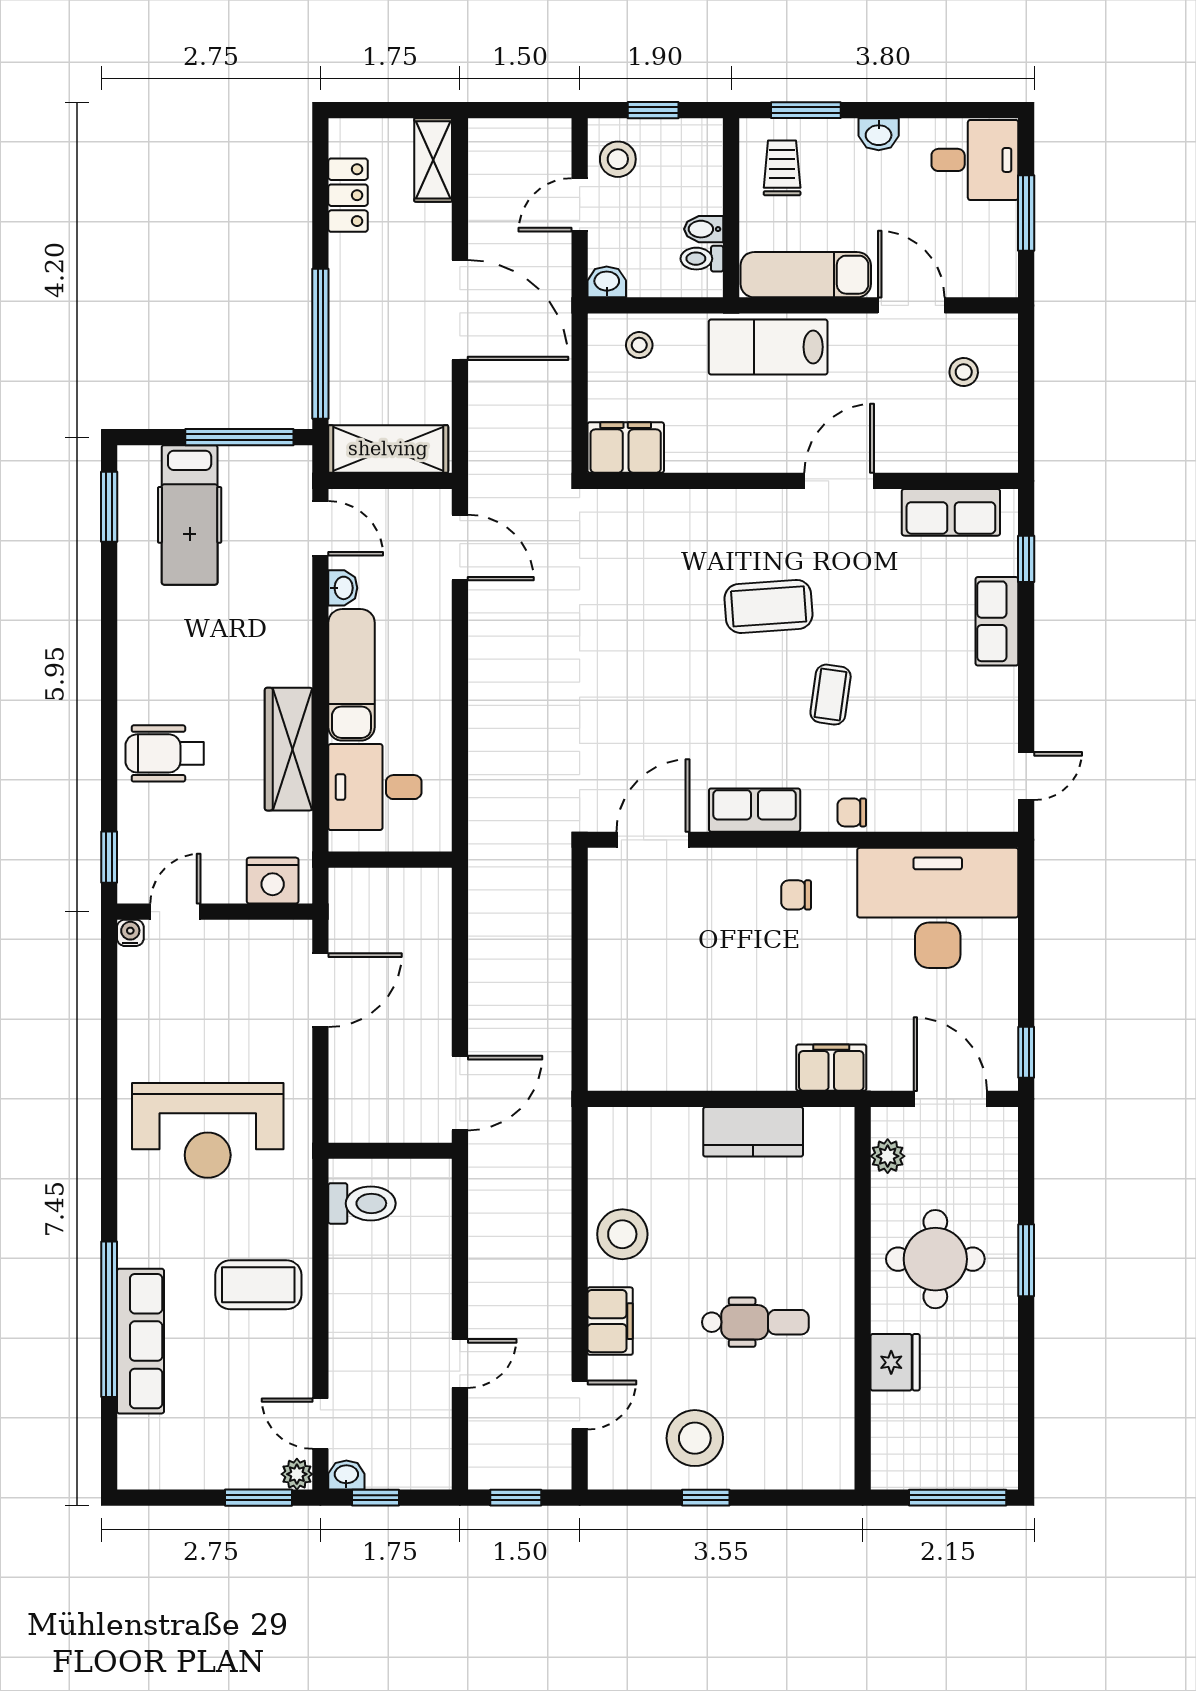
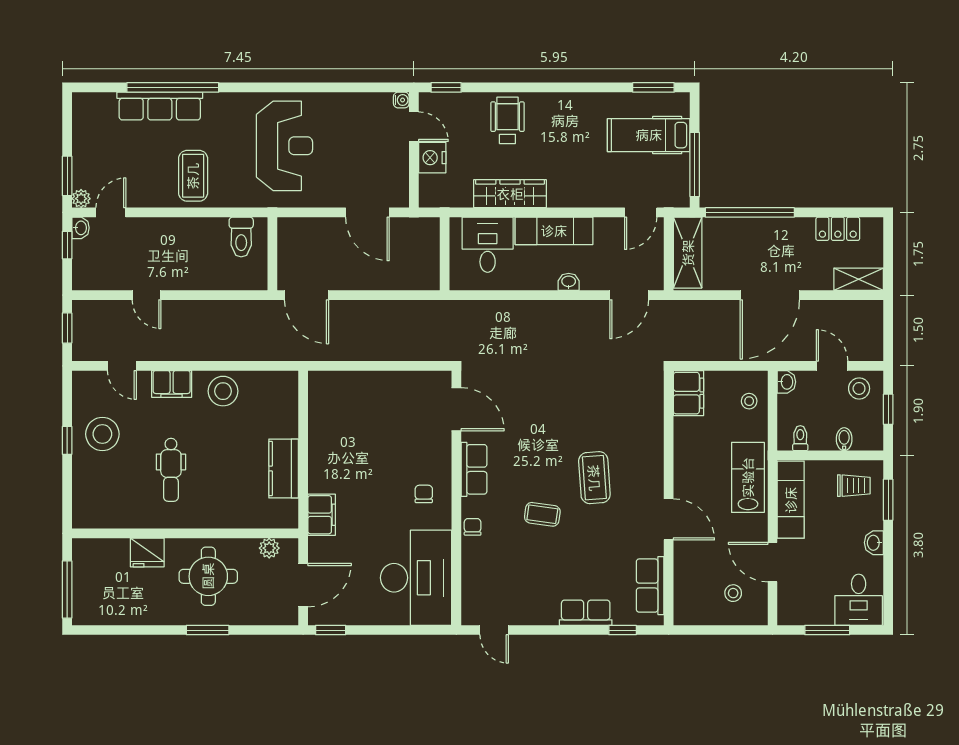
bidet: (704, 229) -> (844, 439), moved
door: (911, 305) -> (773, 562), swing flipped
washbasin: (343, 588) -> (569, 282), moved, turned 180
nightstand: (273, 881) -> (432, 158), moved
reception desk: (208, 1130) -> (284, 146), turned 180

